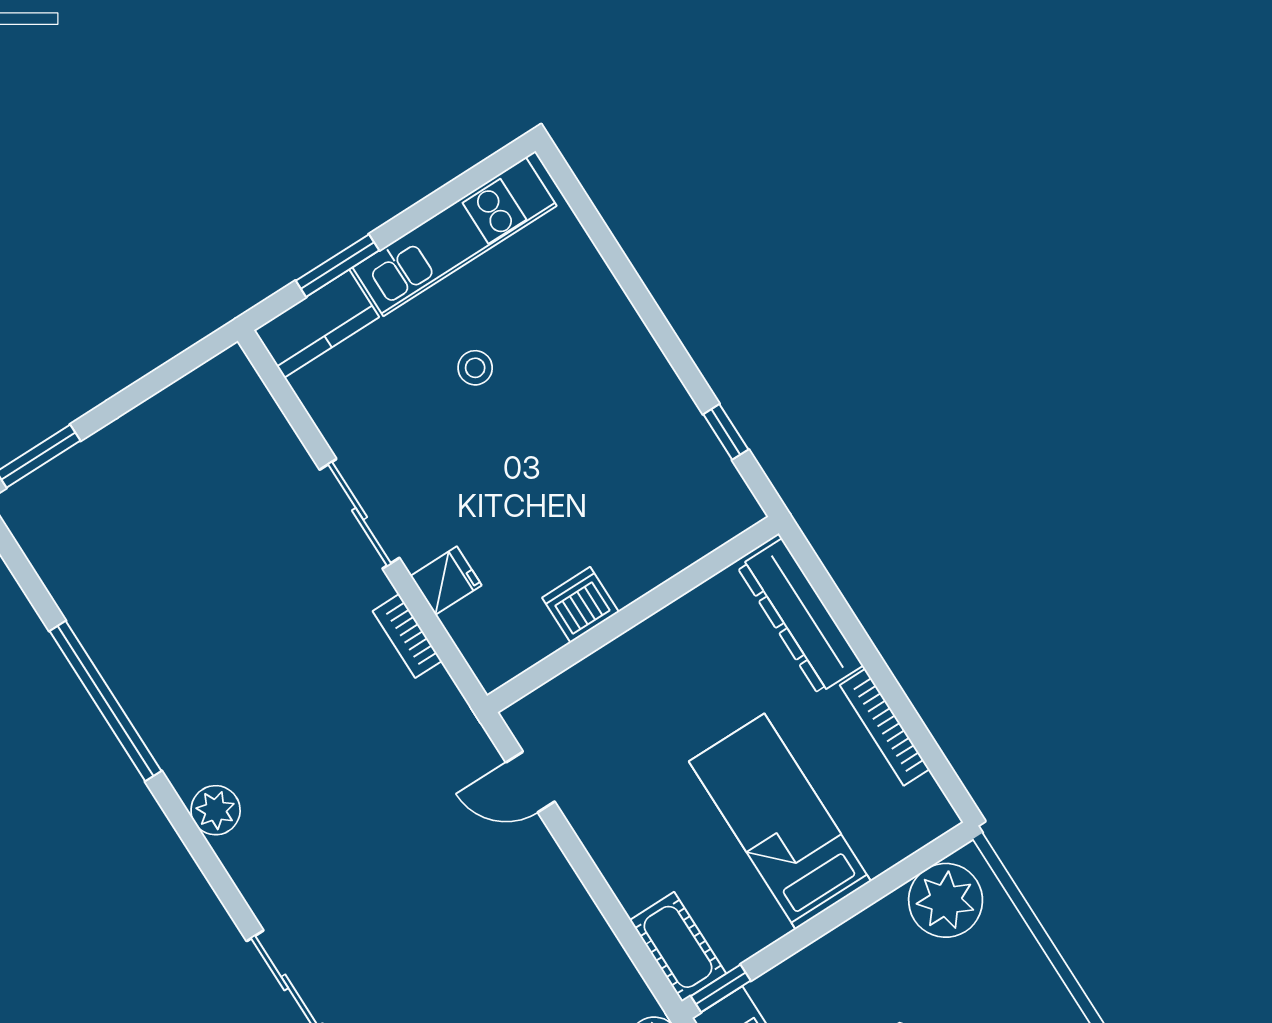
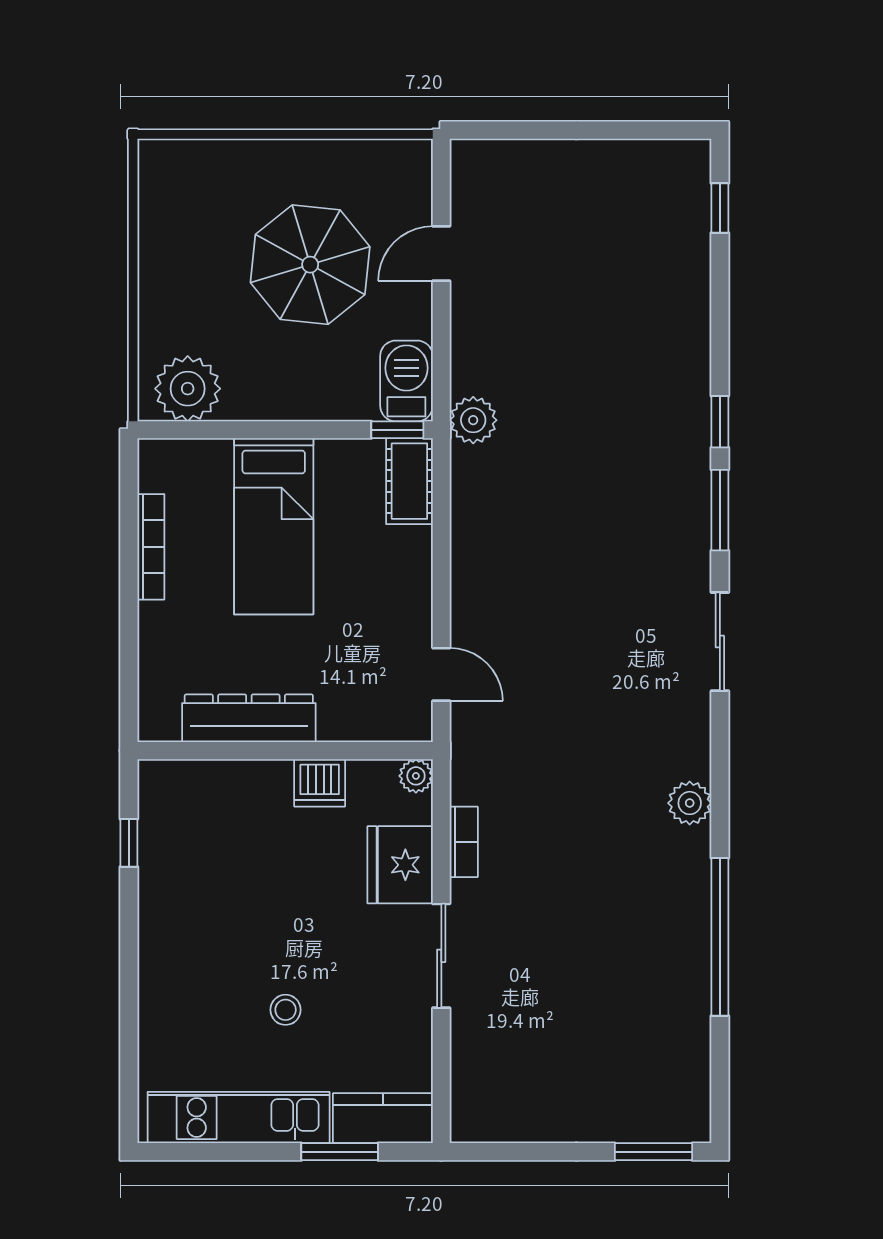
fridge: (446, 581) -> (400, 865), width x1.88, depth x1.34
dresser: (800, 616) -> (249, 718), moved, turned -90
plant: (493, 670) -> (416, 776), added

